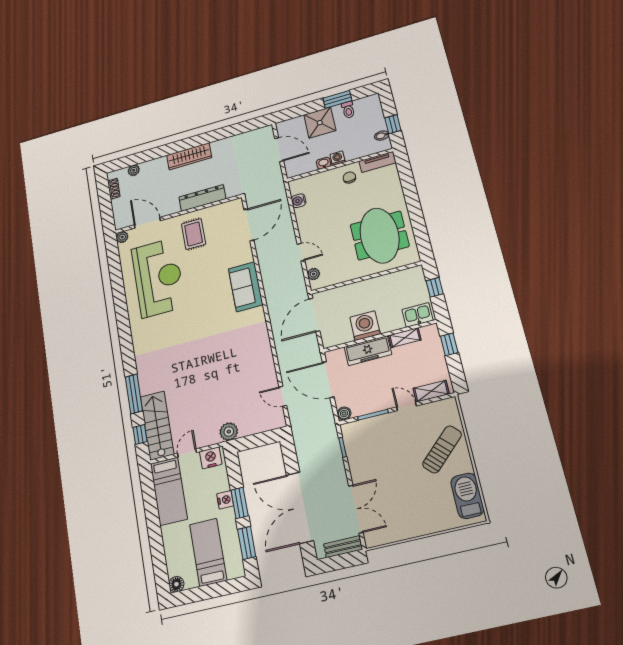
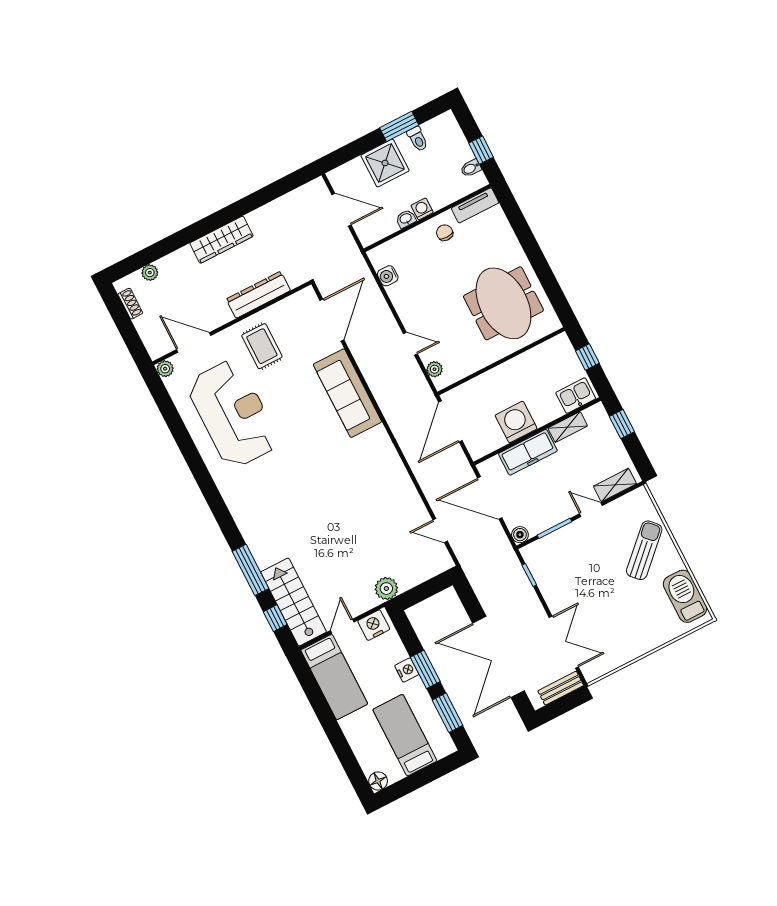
sofa: (246, 287) -> (347, 393), width x1.36

